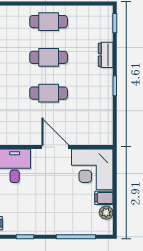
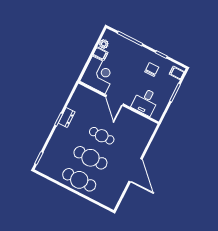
cafe table: (49, 22) -> (79, 180), width x1.37, depth x1.35
dresser: (106, 55) -> (67, 117), moved
cafe table: (49, 57) -> (90, 158), width x1.37, depth x1.35
chair: (28, 211) -> (152, 70), added

